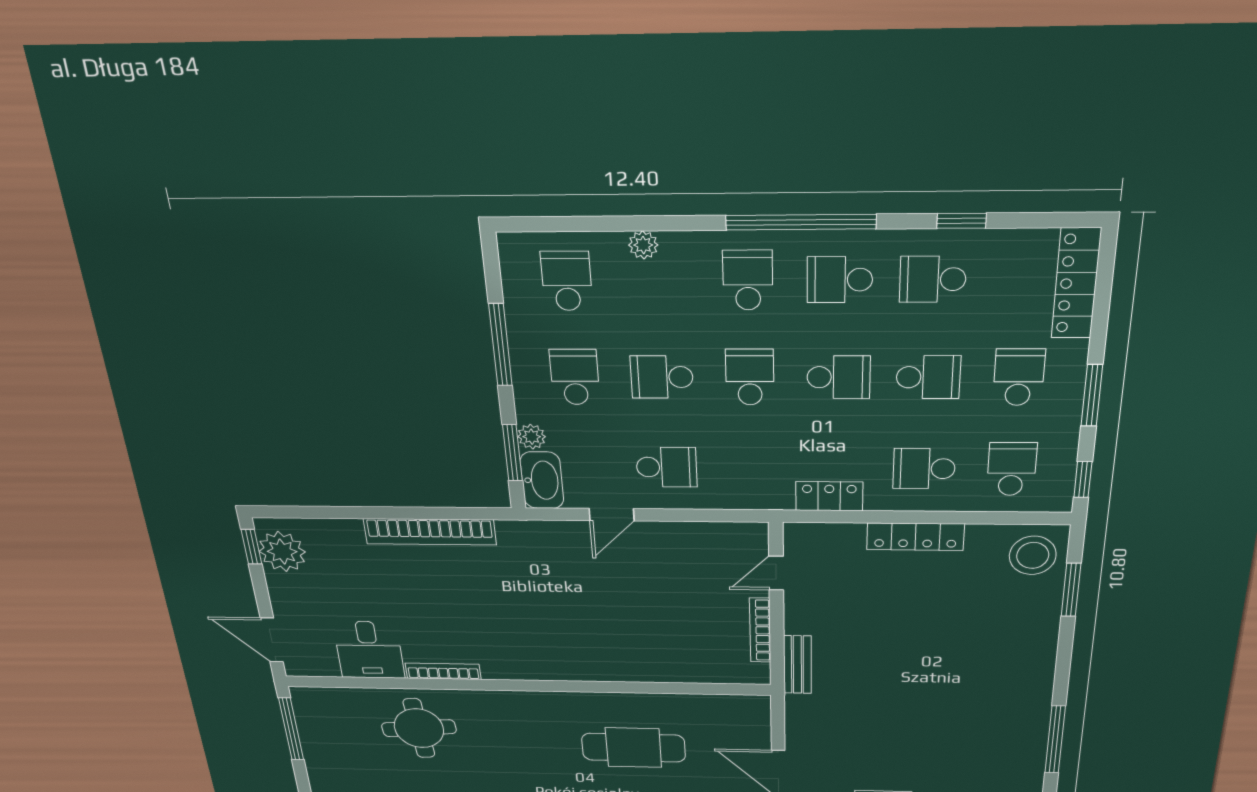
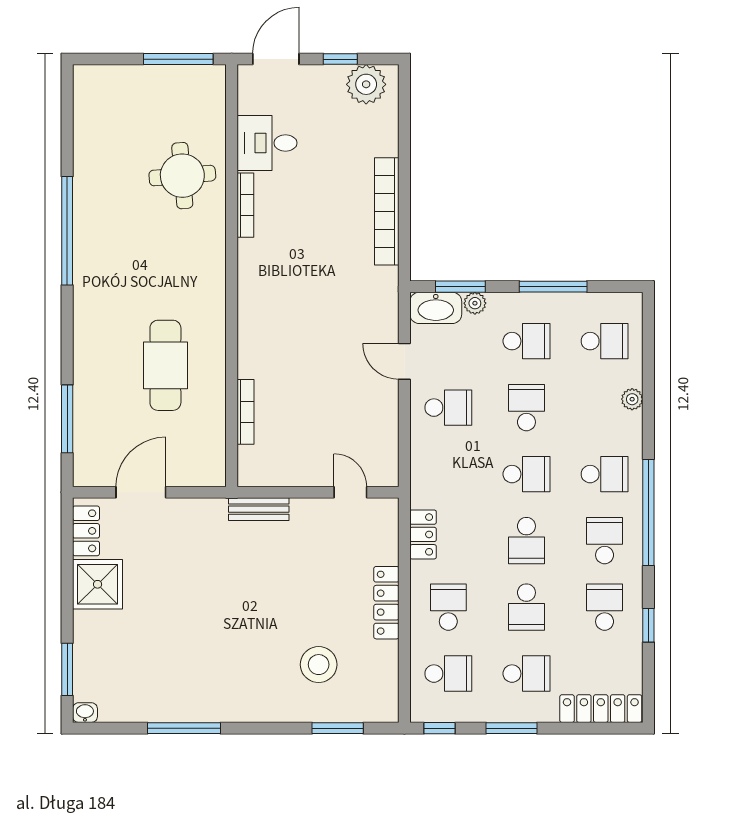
school desk: (667, 467) -> (448, 408), turned -90
window: (251, 547) -> (340, 59), moved
stool: (1033, 555) -> (319, 665), moved
bookcase: (760, 630) -> (245, 412), moved, turned 90

